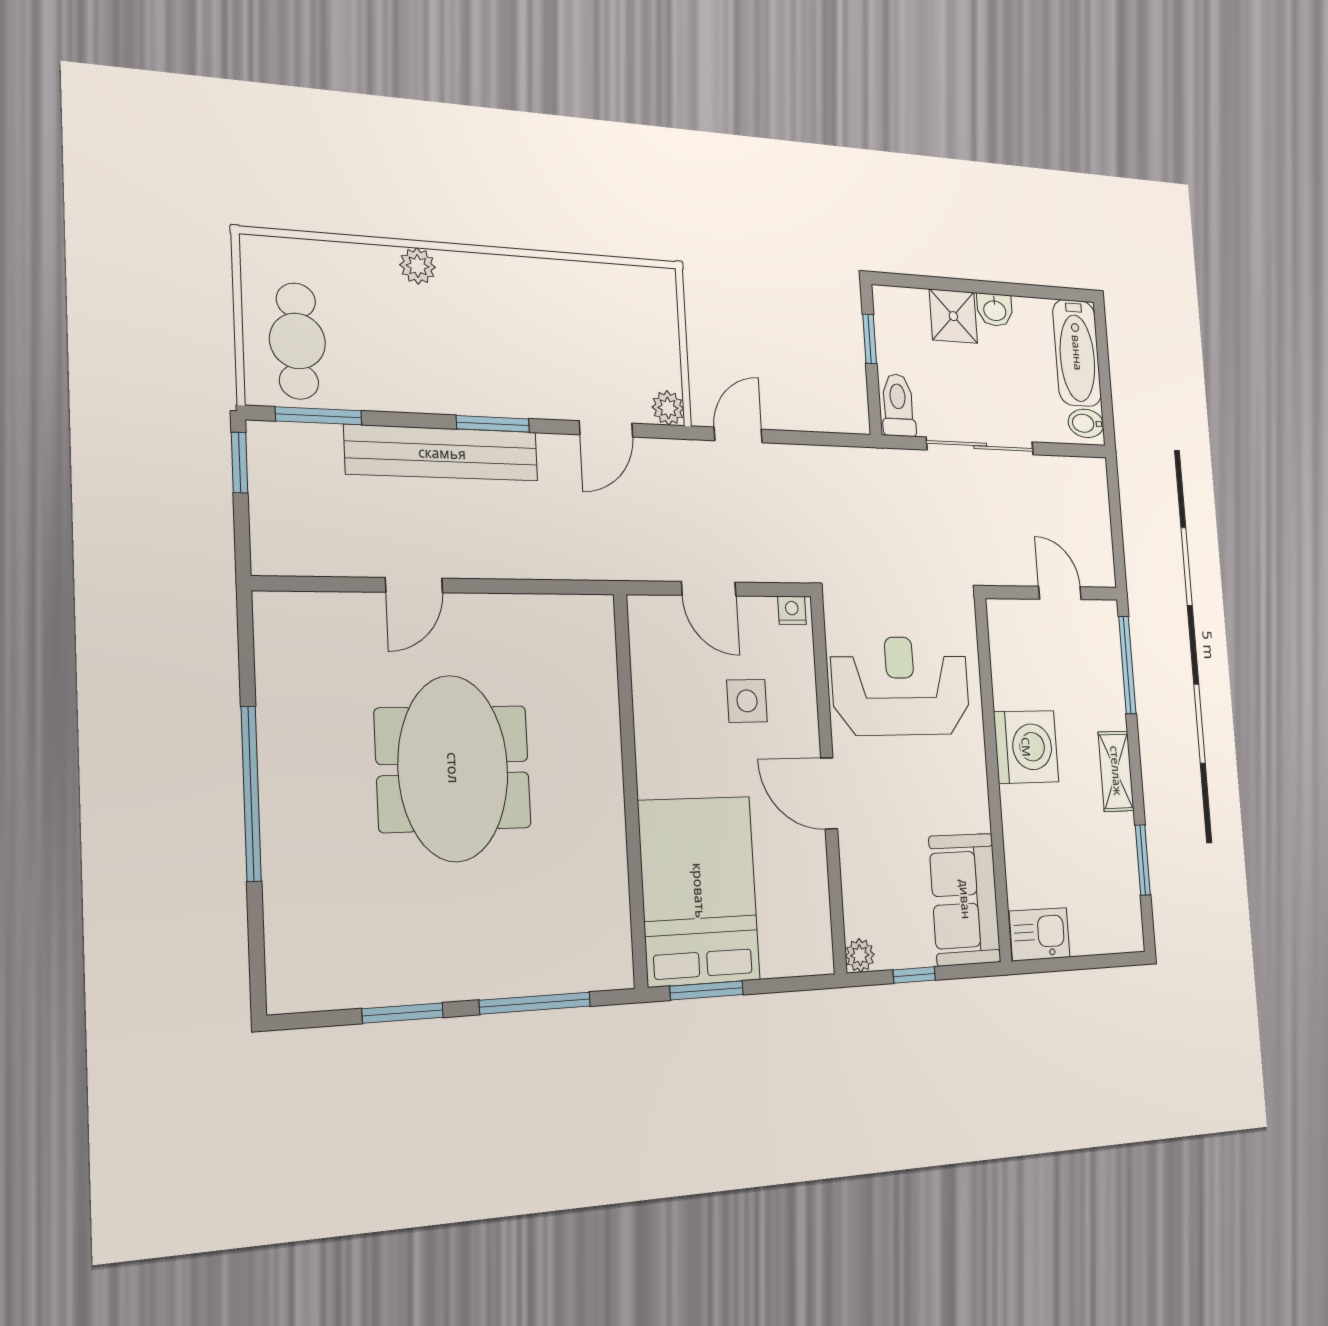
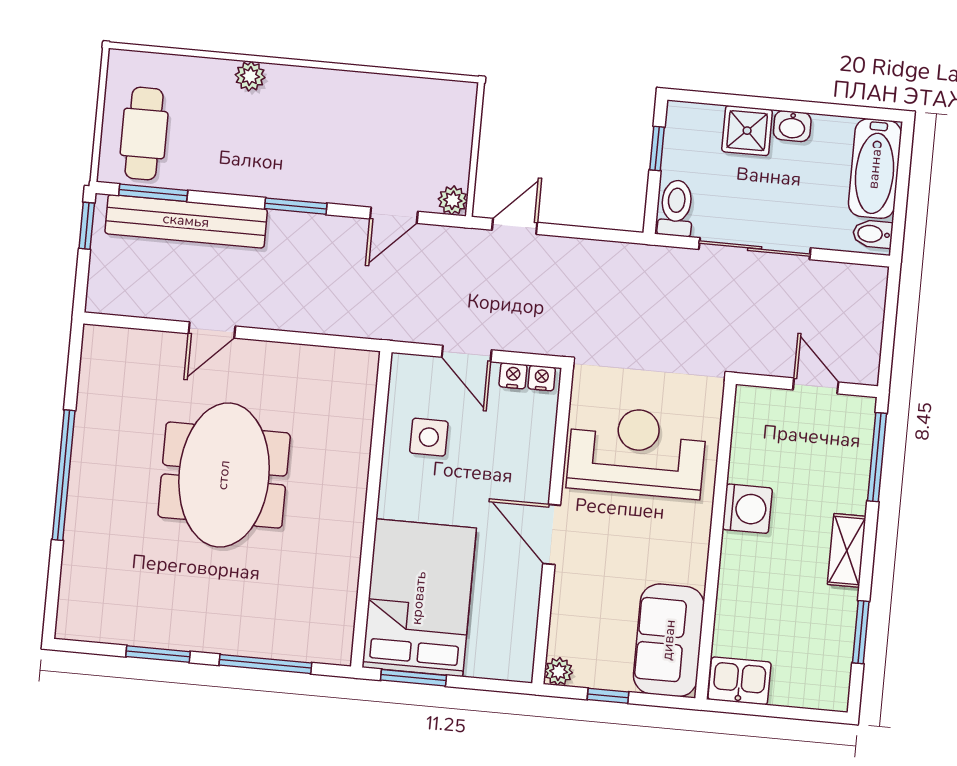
bench: (442, 453) -> (186, 221), moved
nightstand: (762, 610) -> (513, 376), added
side table: (747, 701) -> (429, 437), moved
washing machine: (1026, 747) -> (747, 509), width x0.73, depth x0.73

